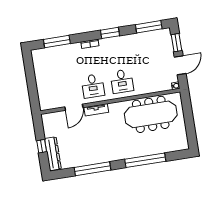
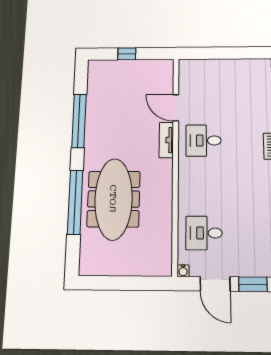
desk: (122, 81) -> (204, 233), moved
meeting table: (151, 114) -> (114, 199), moved
dresser: (53, 154) -> (113, 68), removed

